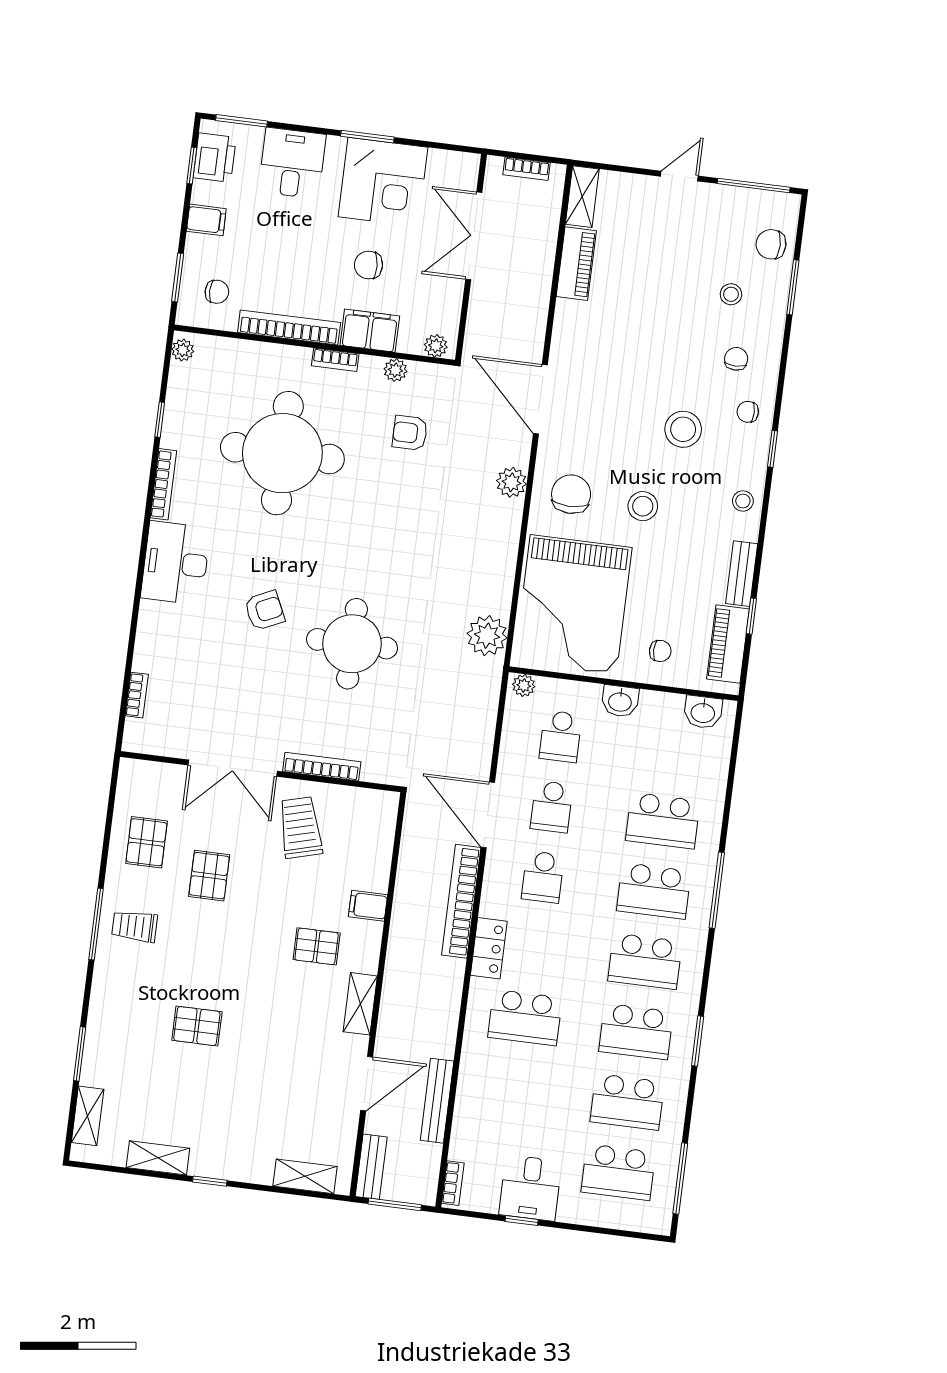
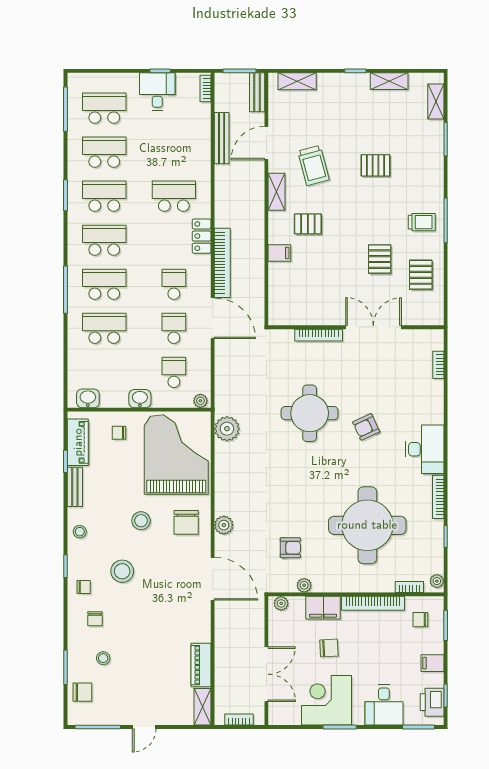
bookcase: (335, 360) -> (409, 587), moved
trolley: (300, 828) -> (314, 165), moved

